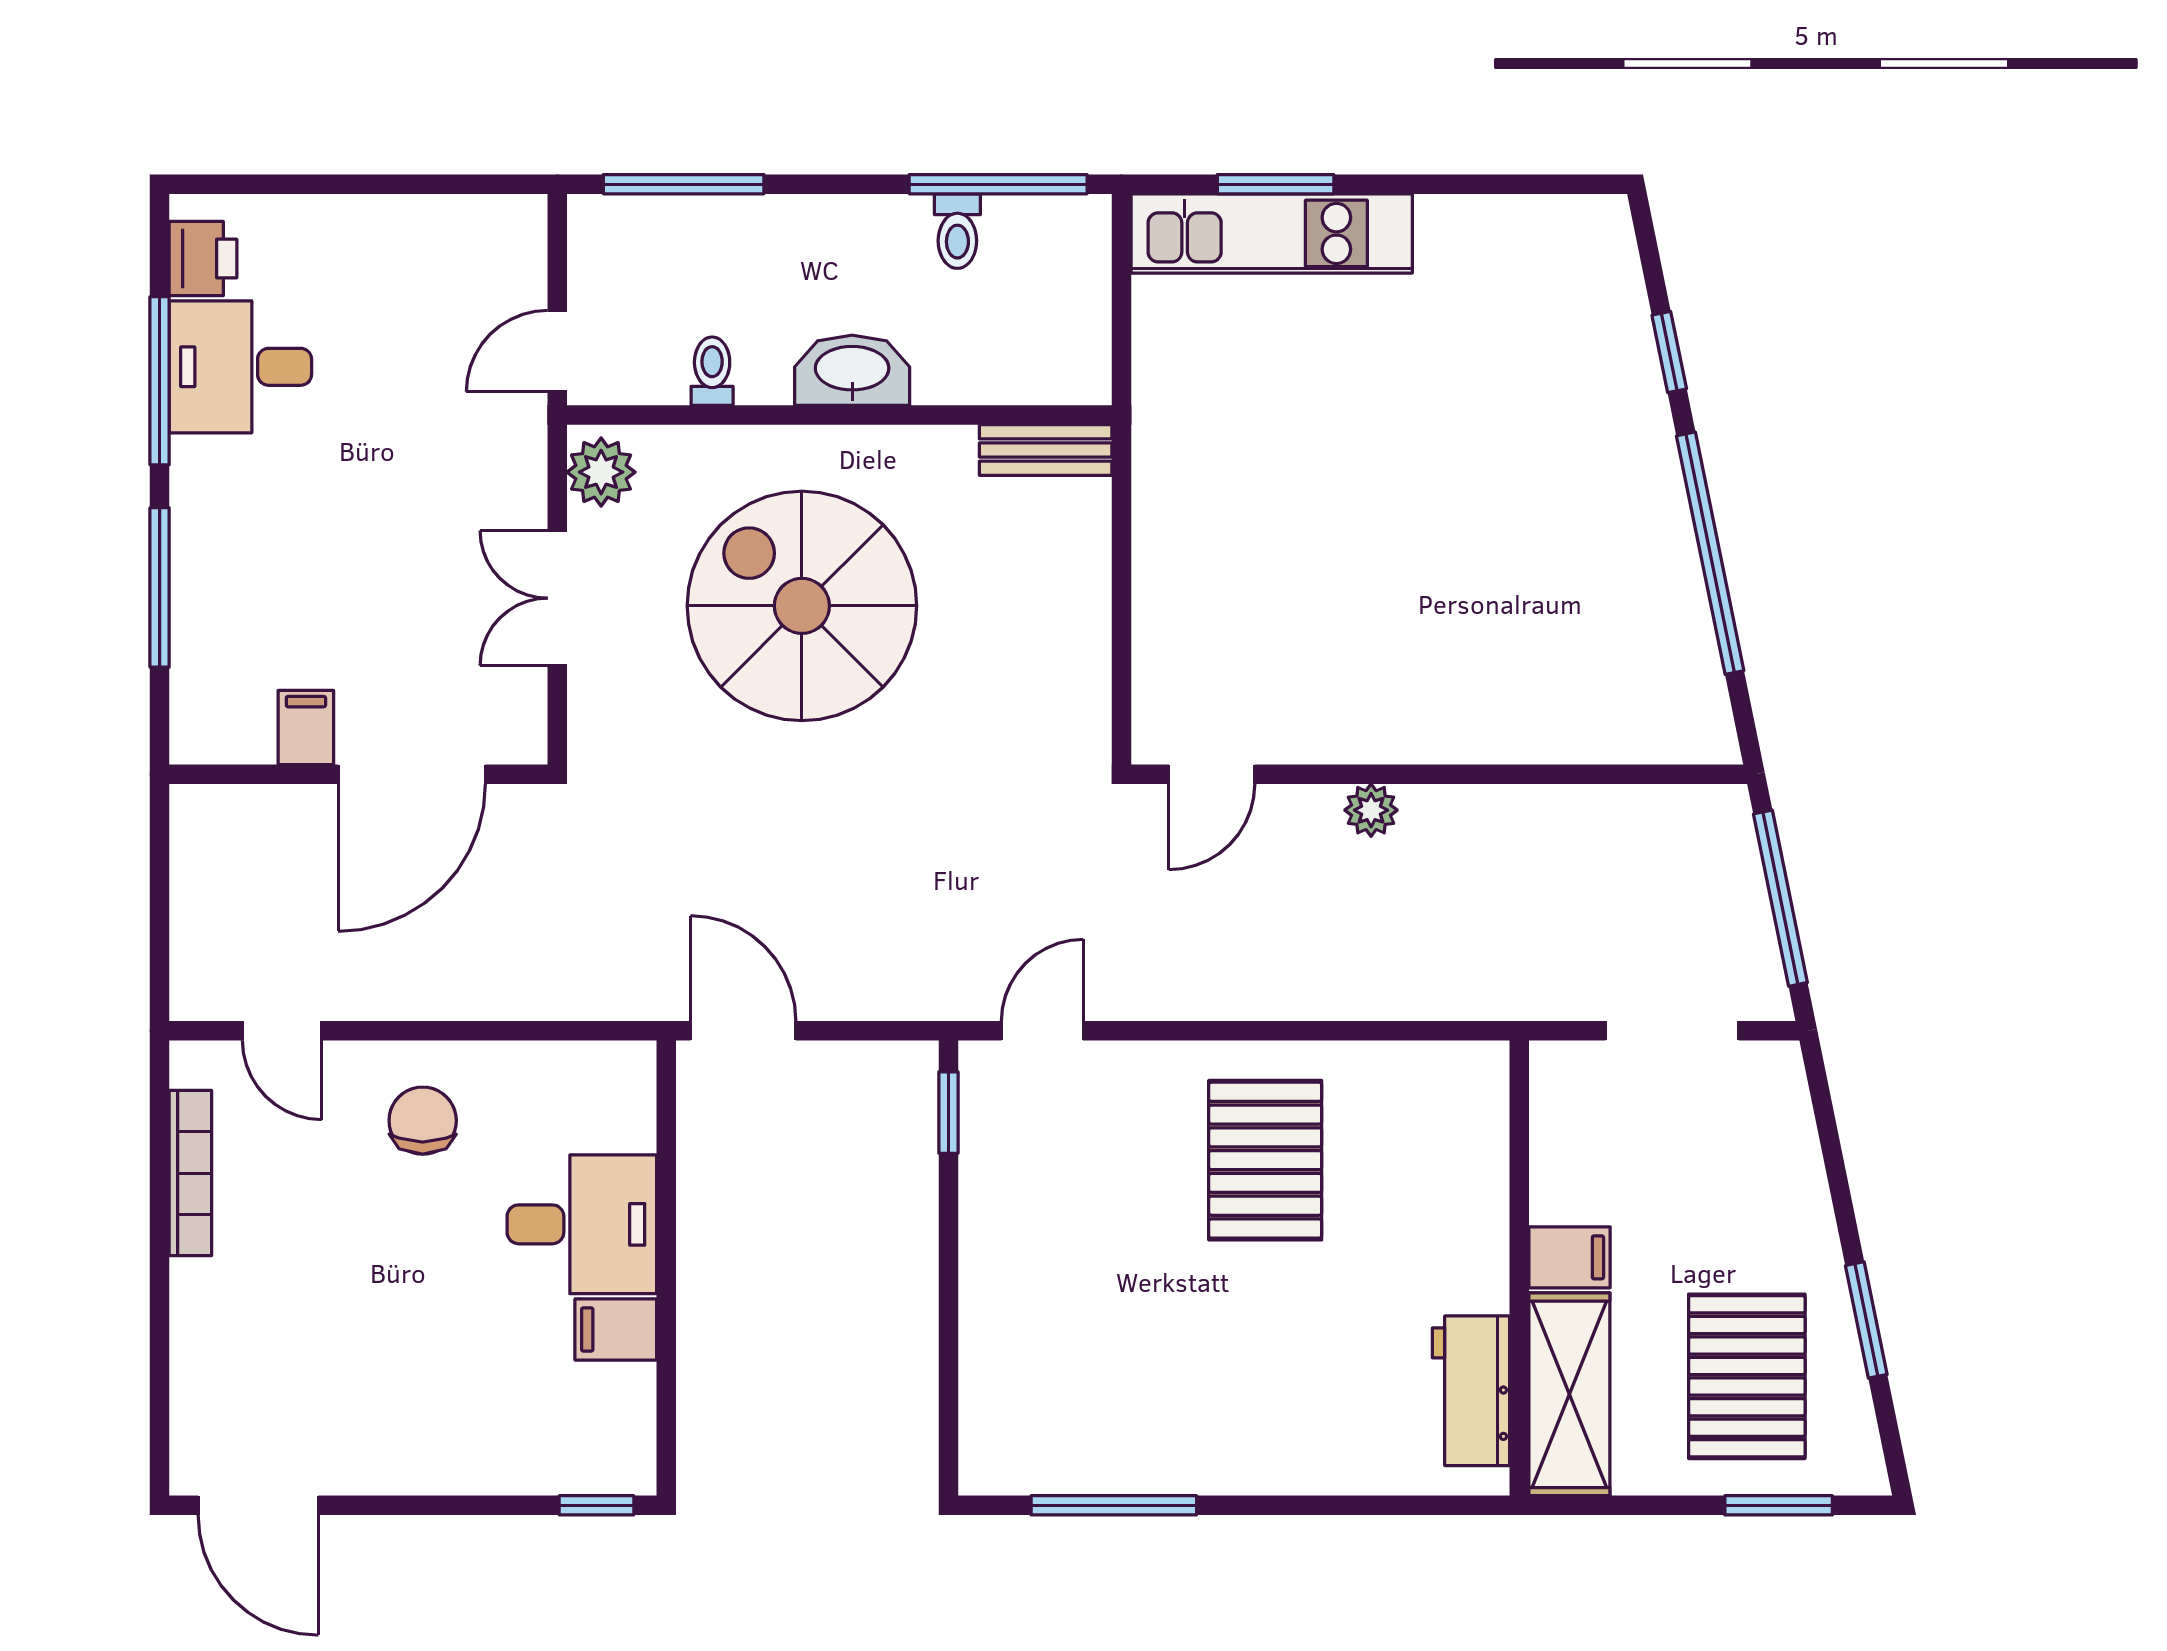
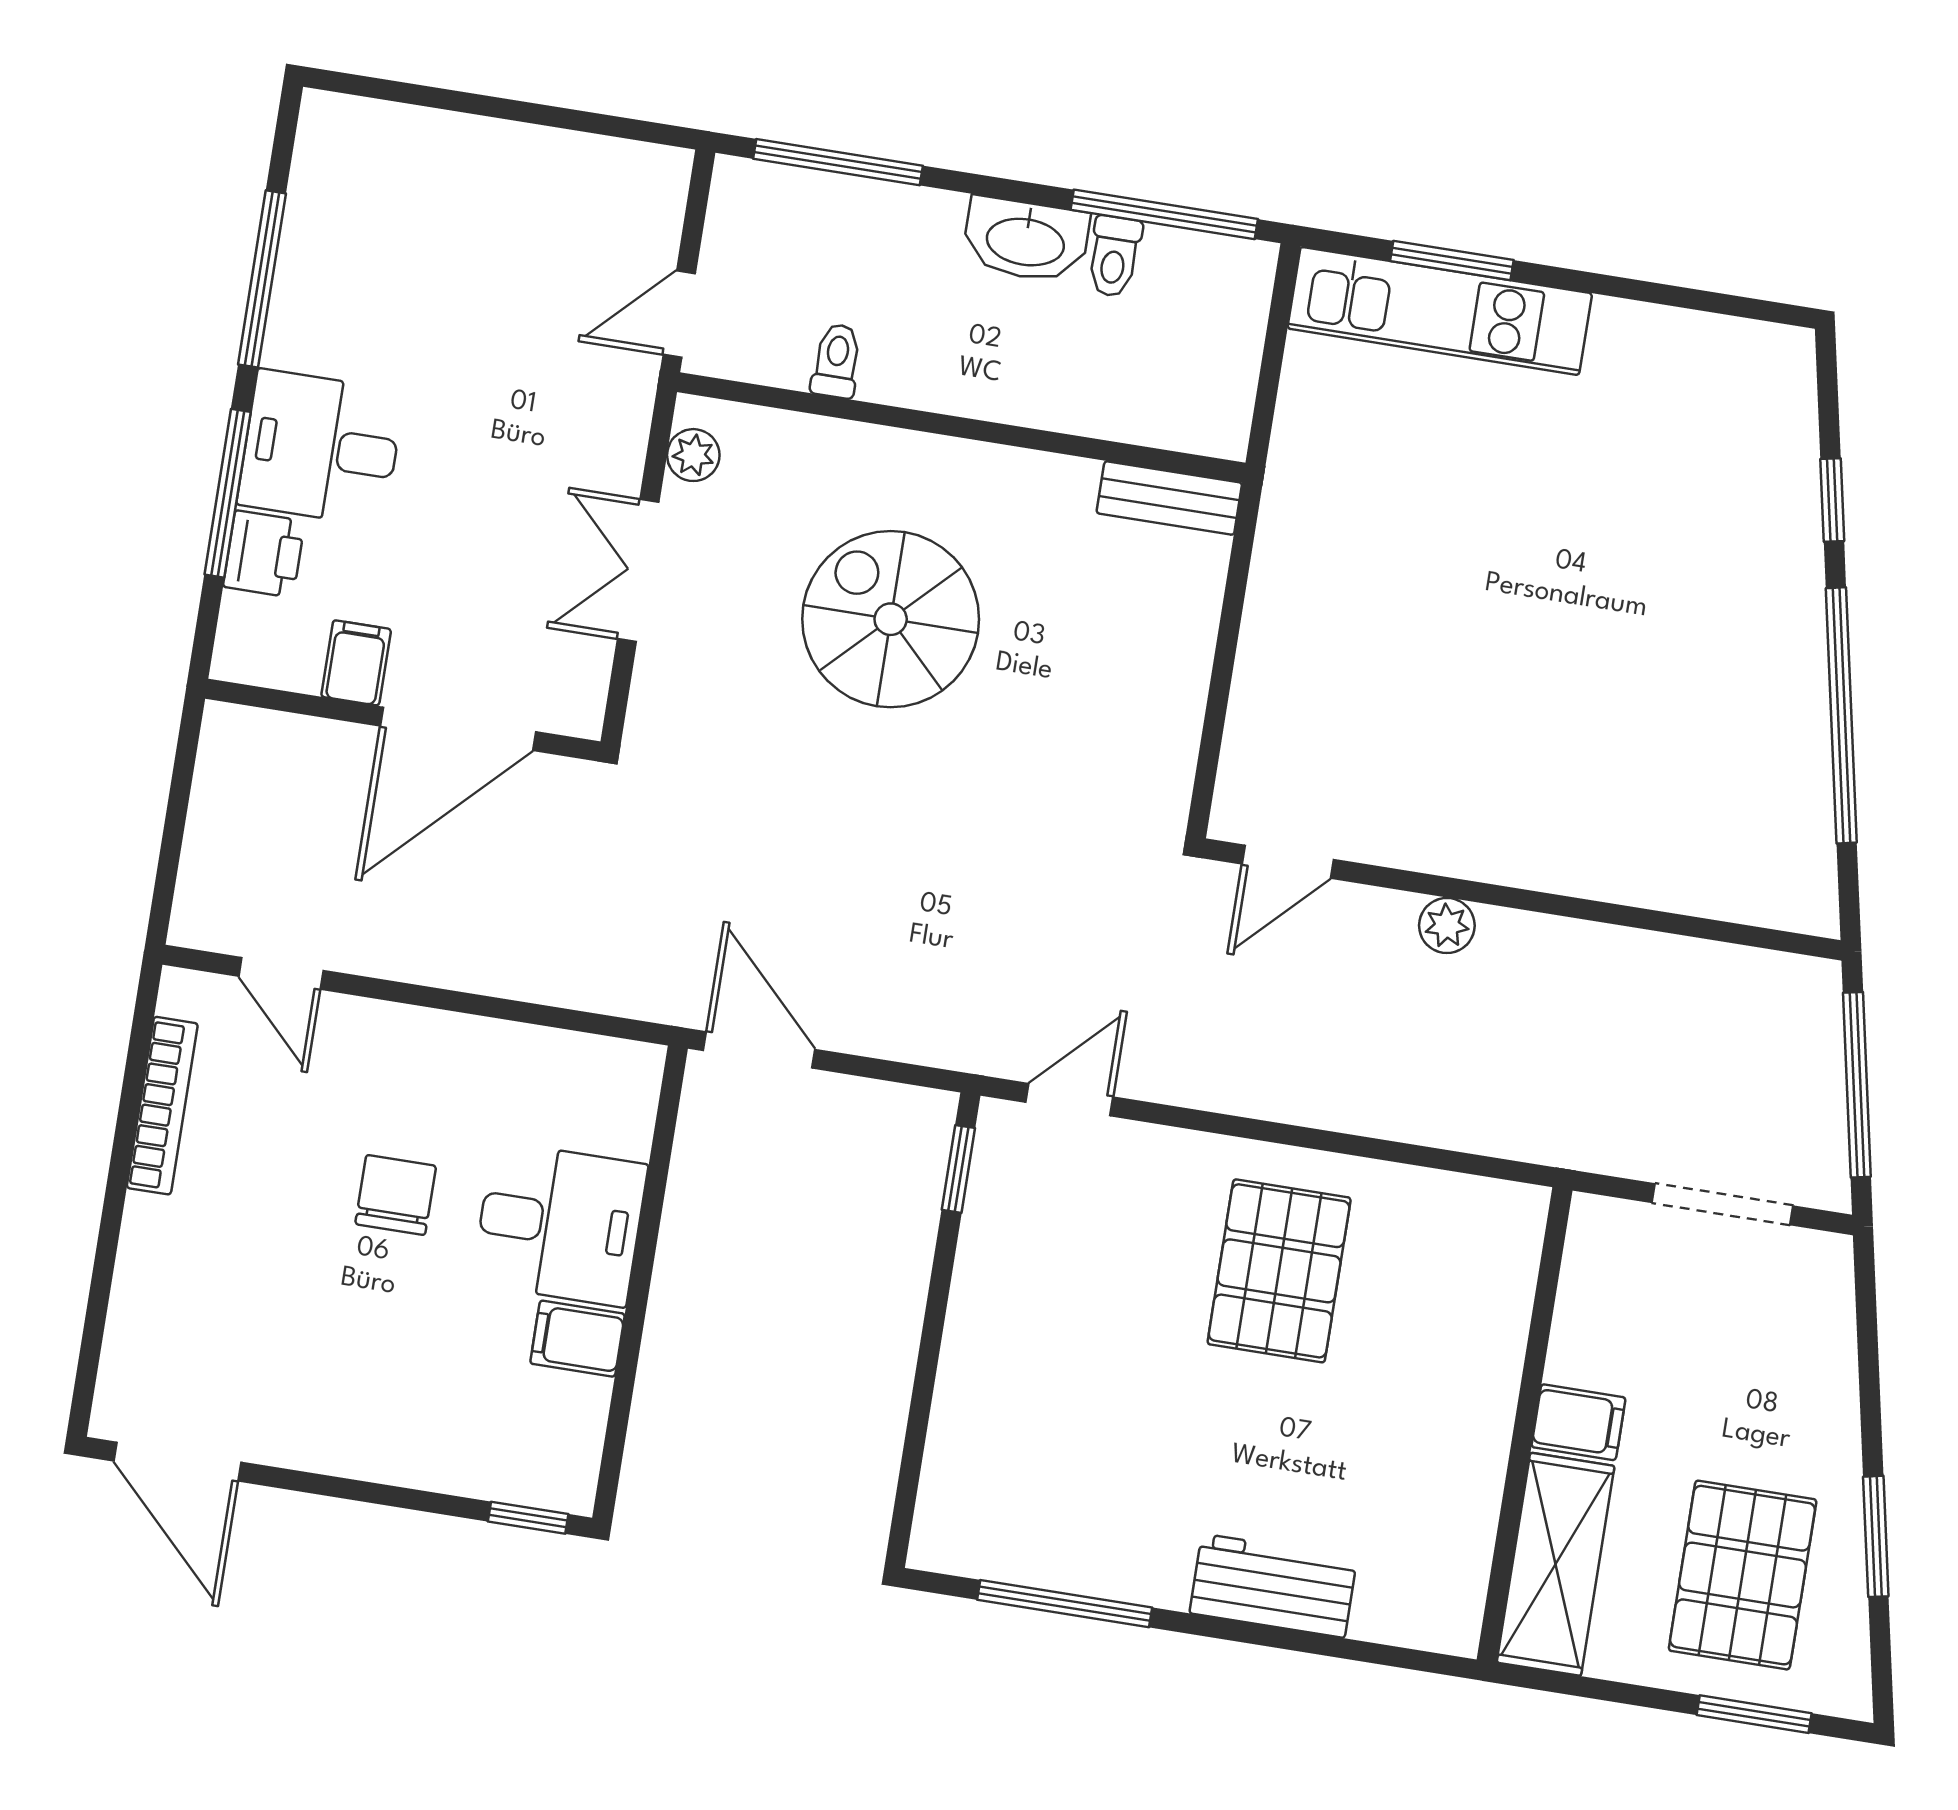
printer: (203, 259) -> (264, 554), moved
desk: (240, 367) -> (321, 448), moved
washbasin: (852, 370) -> (1026, 240), moved, turned 180
plant: (601, 472) -> (693, 455), width x0.73, depth x0.73
spiral stairs: (802, 606) -> (891, 619), width x0.73, depth x0.73
chair: (423, 1121) -> (396, 1195), moved
workbench: (1471, 1391) -> (1273, 1586), moved, turned 90

